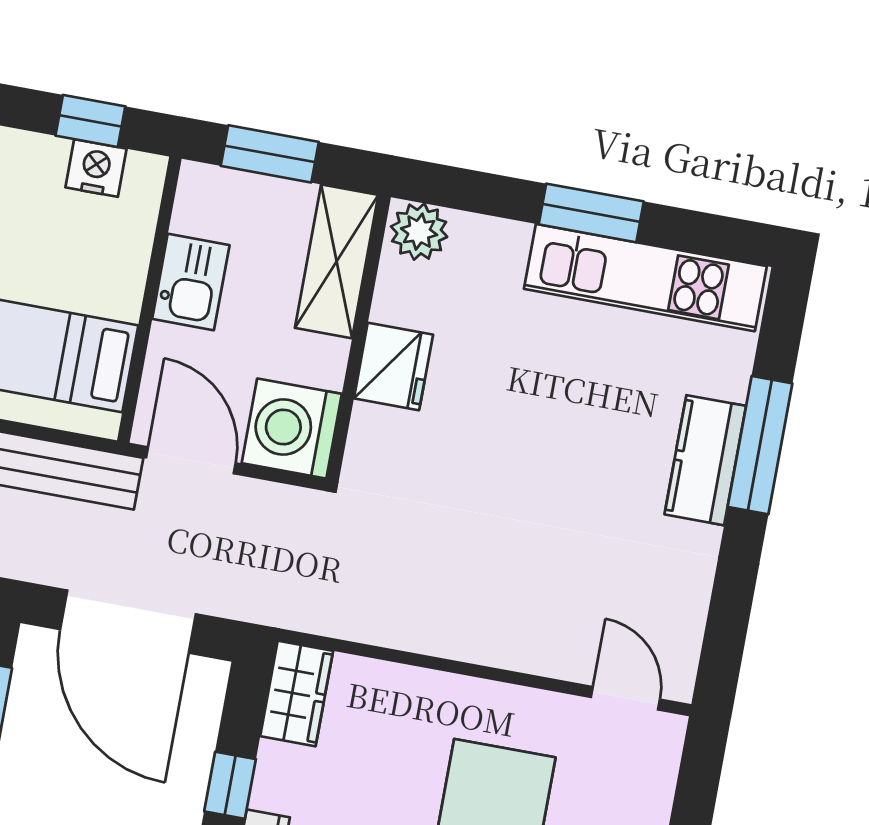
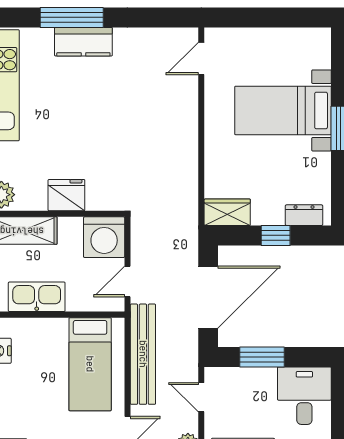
kitchen sink: (191, 282) -> (37, 297), width x1.38
door: (191, 460) -> (127, 282), width x0.73

